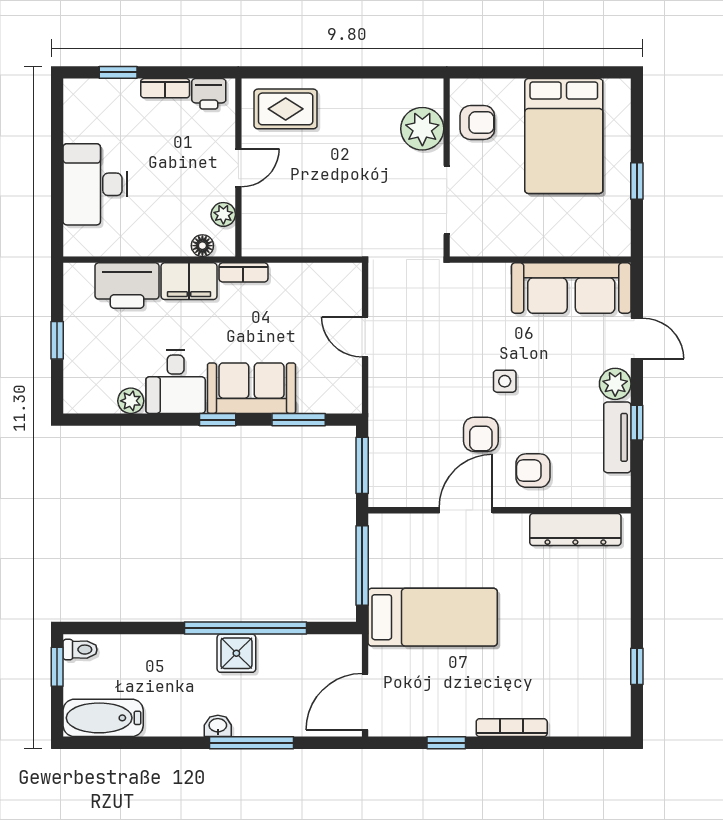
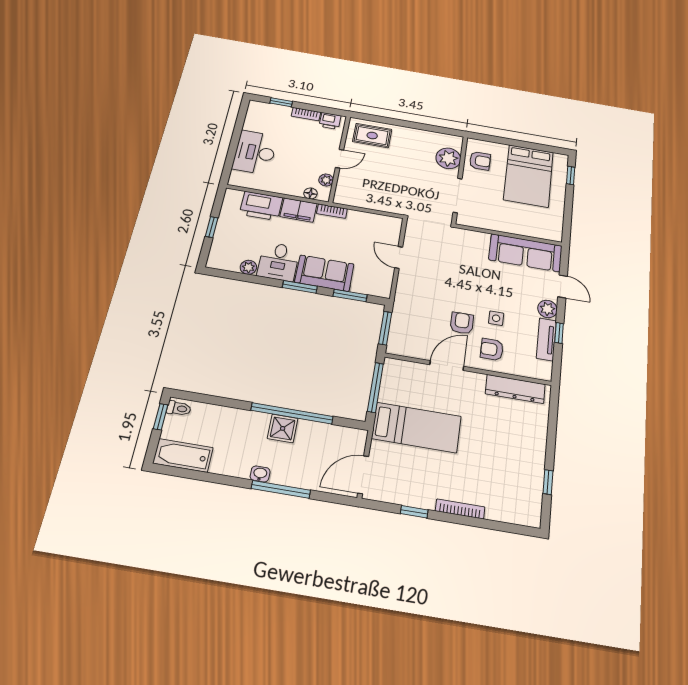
window: (637, 181) -> (571, 175), moved
side table: (505, 381) -> (496, 318), moved
window: (218, 420) -> (300, 287), width x1.50
armchair: (481, 434) -> (462, 323), turned 180

